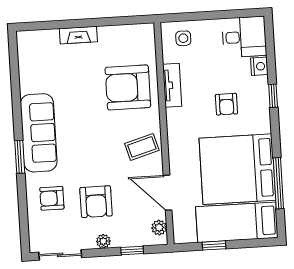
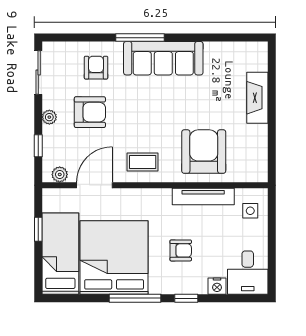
fireplace: (78, 35) -> (257, 98), width x1.37, depth x1.32
tv unit: (172, 85) -> (203, 197), width x1.41
armchair: (226, 104) -> (181, 250), turned 180
coffee table: (142, 147) -> (143, 162), turned -74
window: (20, 157) -> (140, 38), width x1.44
window: (278, 183) -> (135, 298), moved
armchair: (96, 202) -> (90, 112), turned 180

